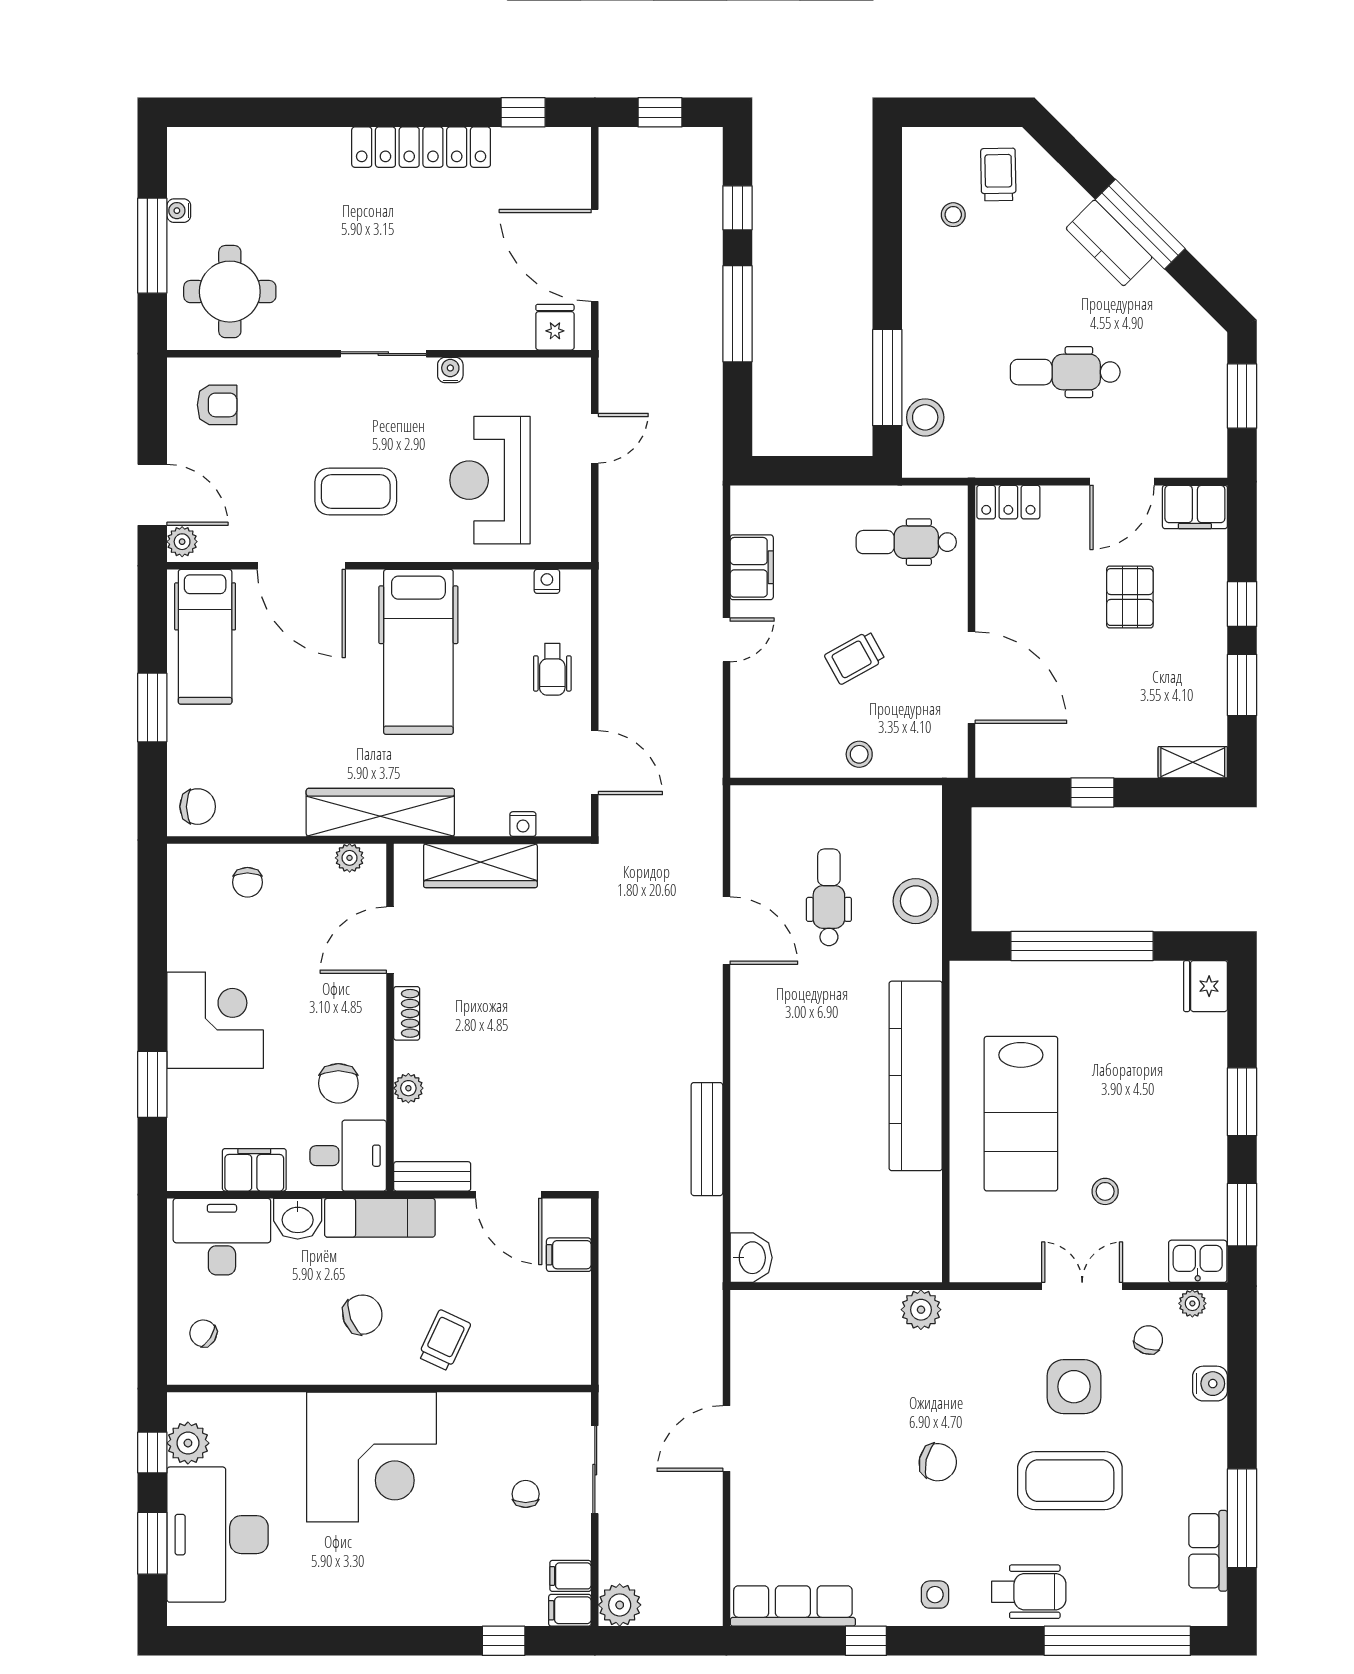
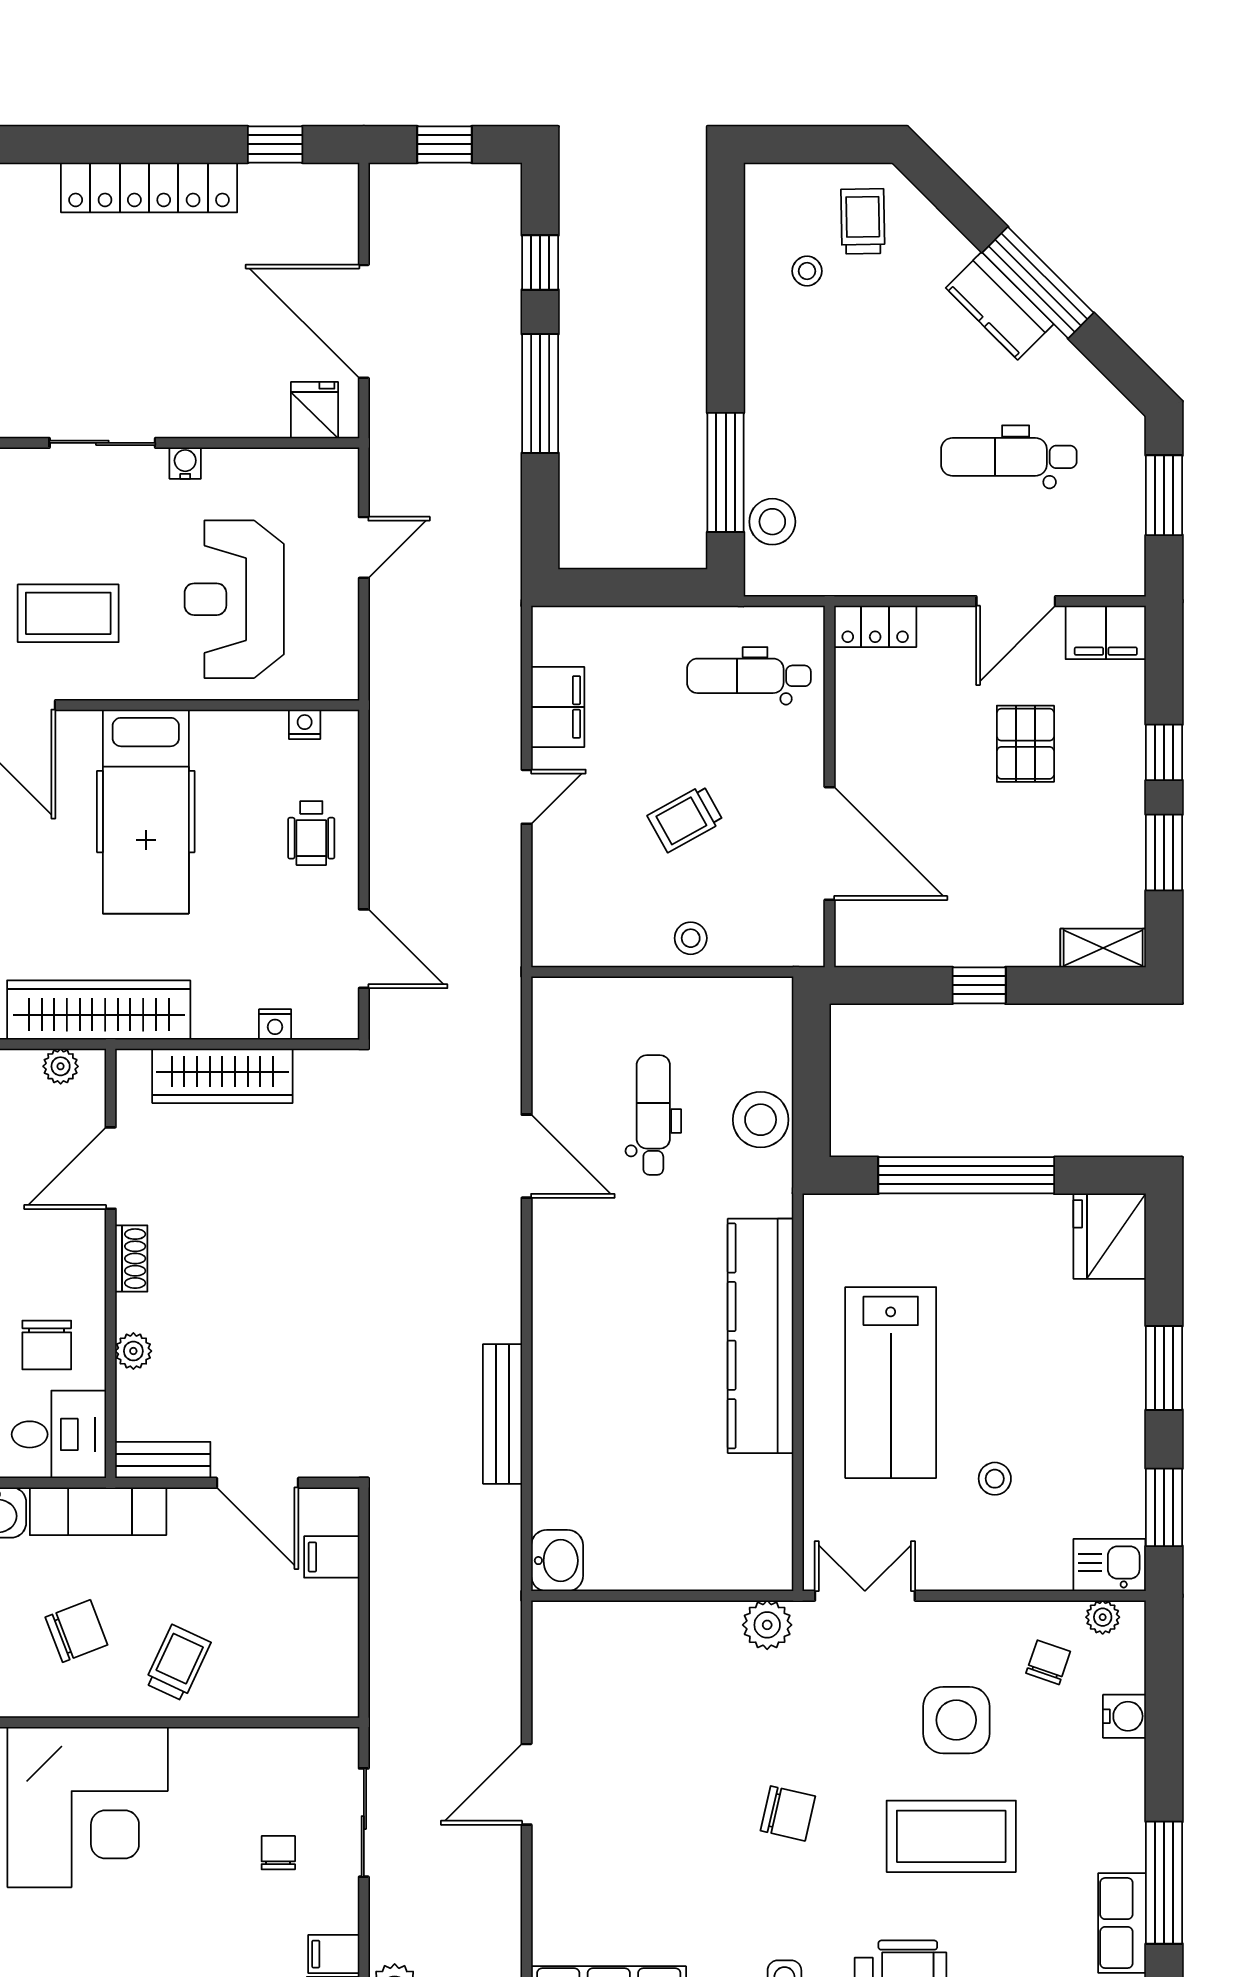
dental chair: (1065, 372) -> (1009, 457), moved
fridge: (1206, 986) -> (1110, 1236), width x1.36, depth x1.34
double door: (1082, 1286) -> (865, 1596), moved

